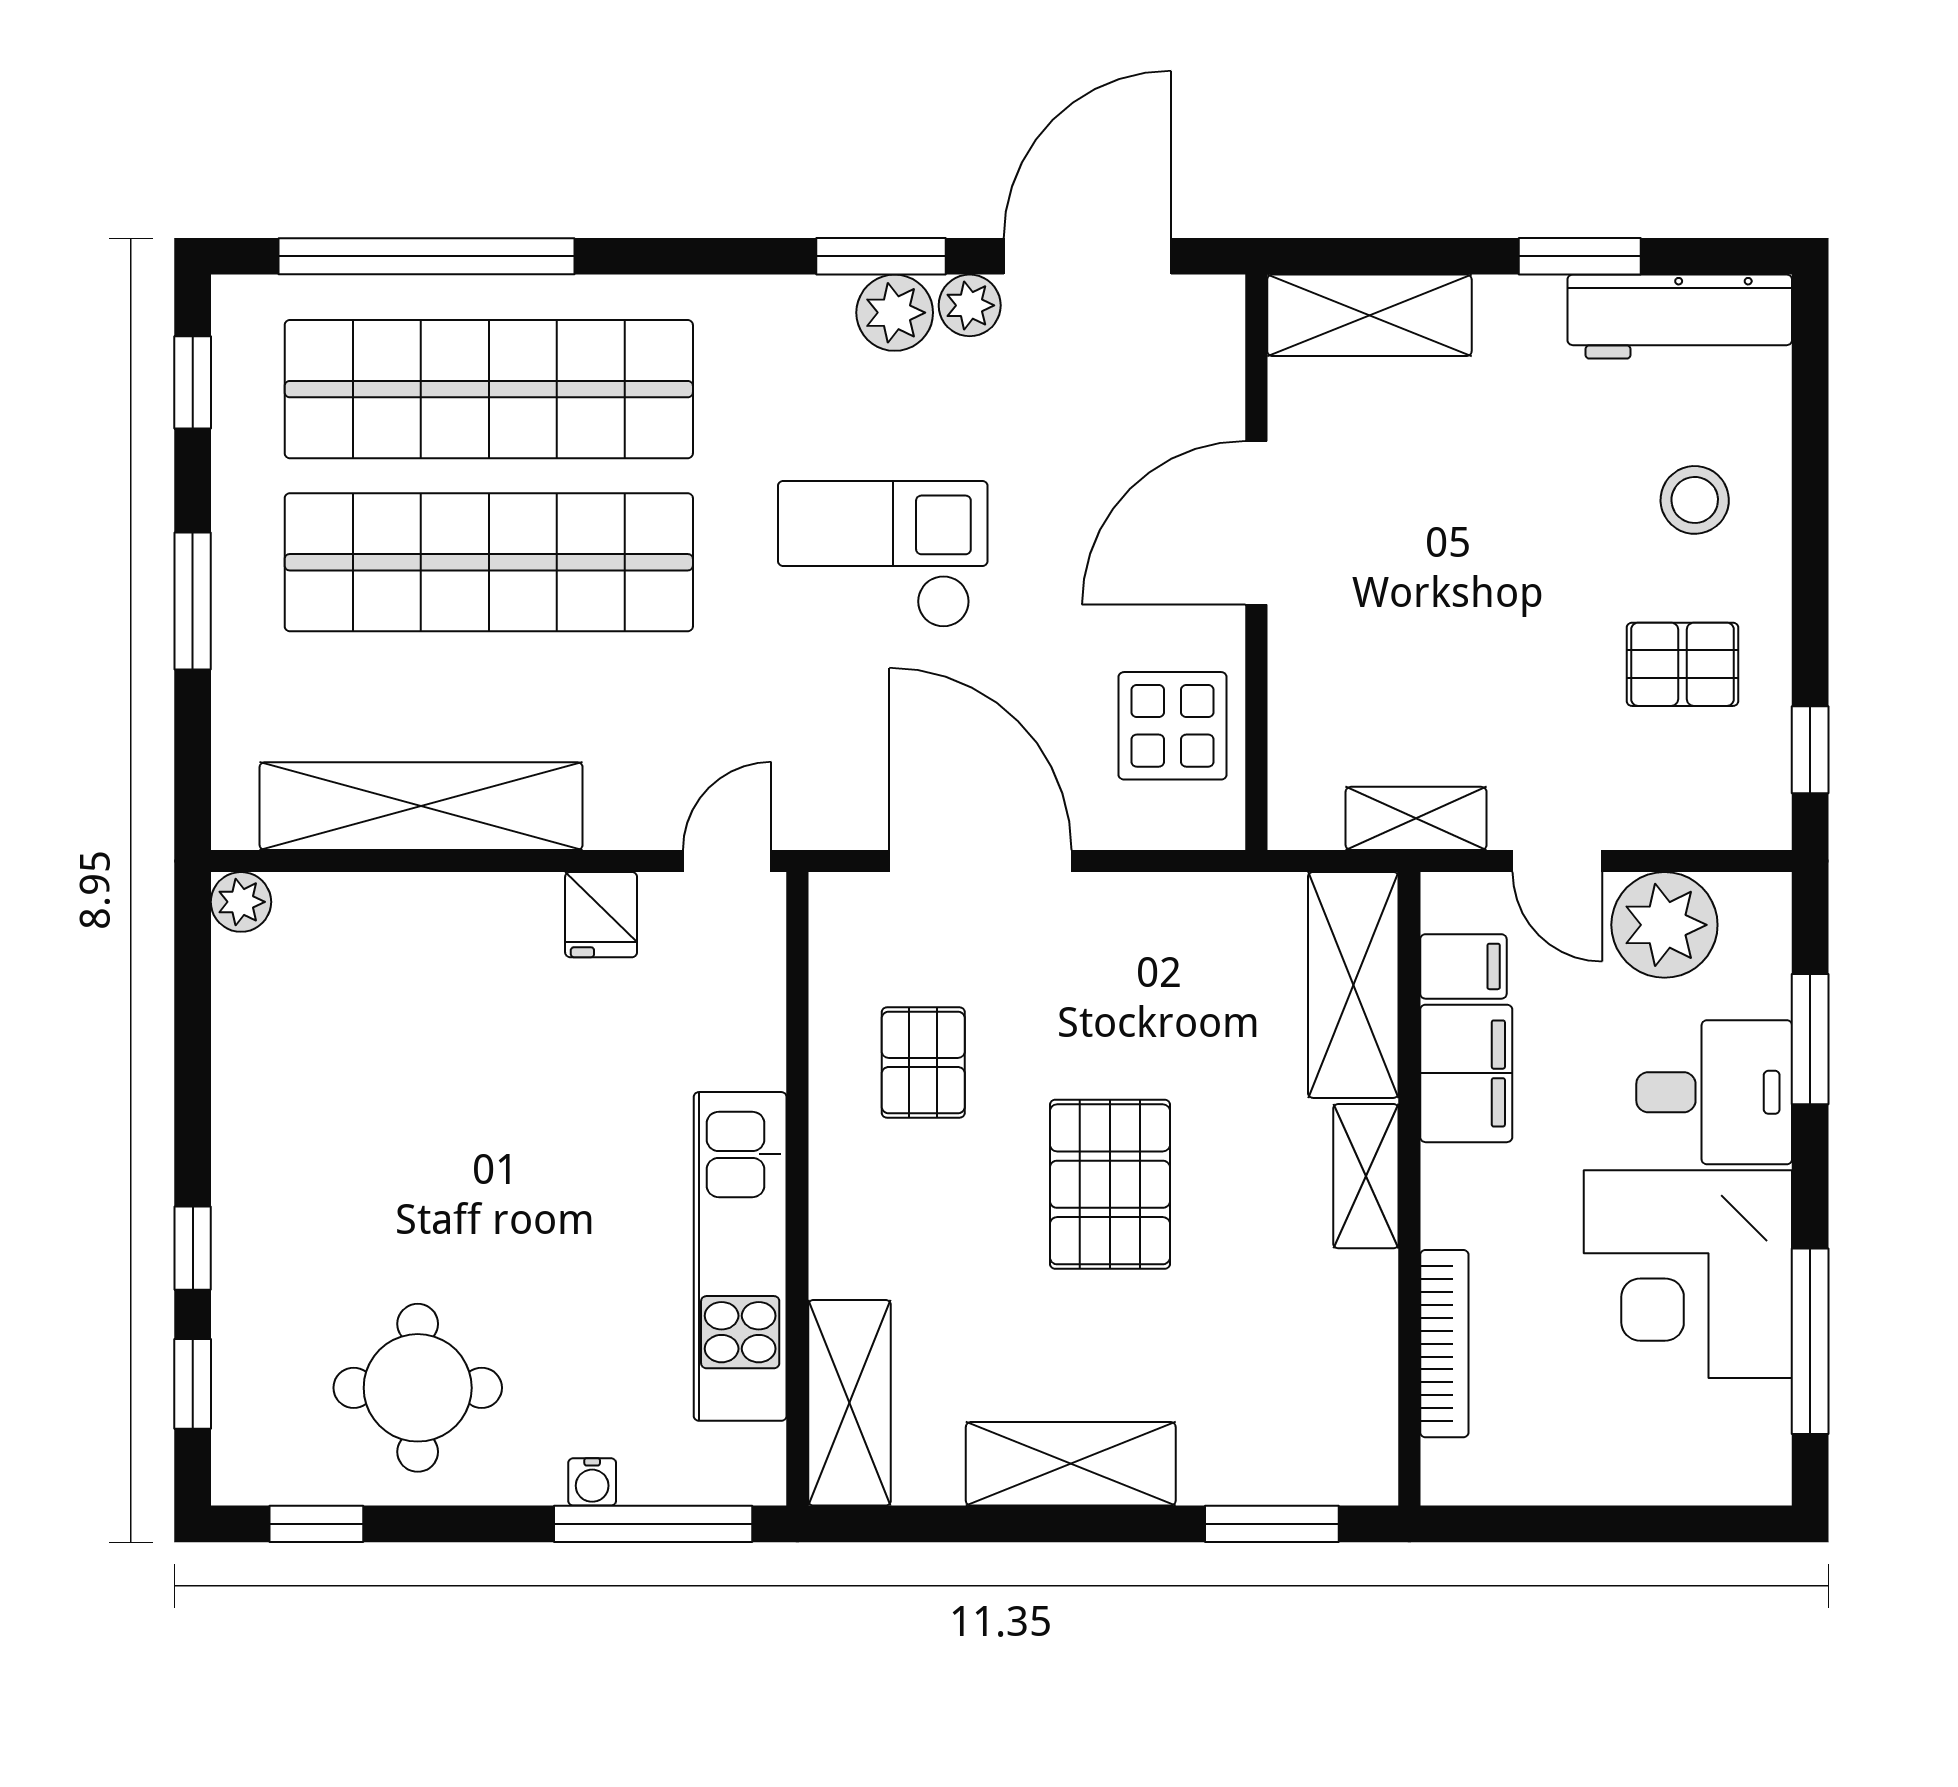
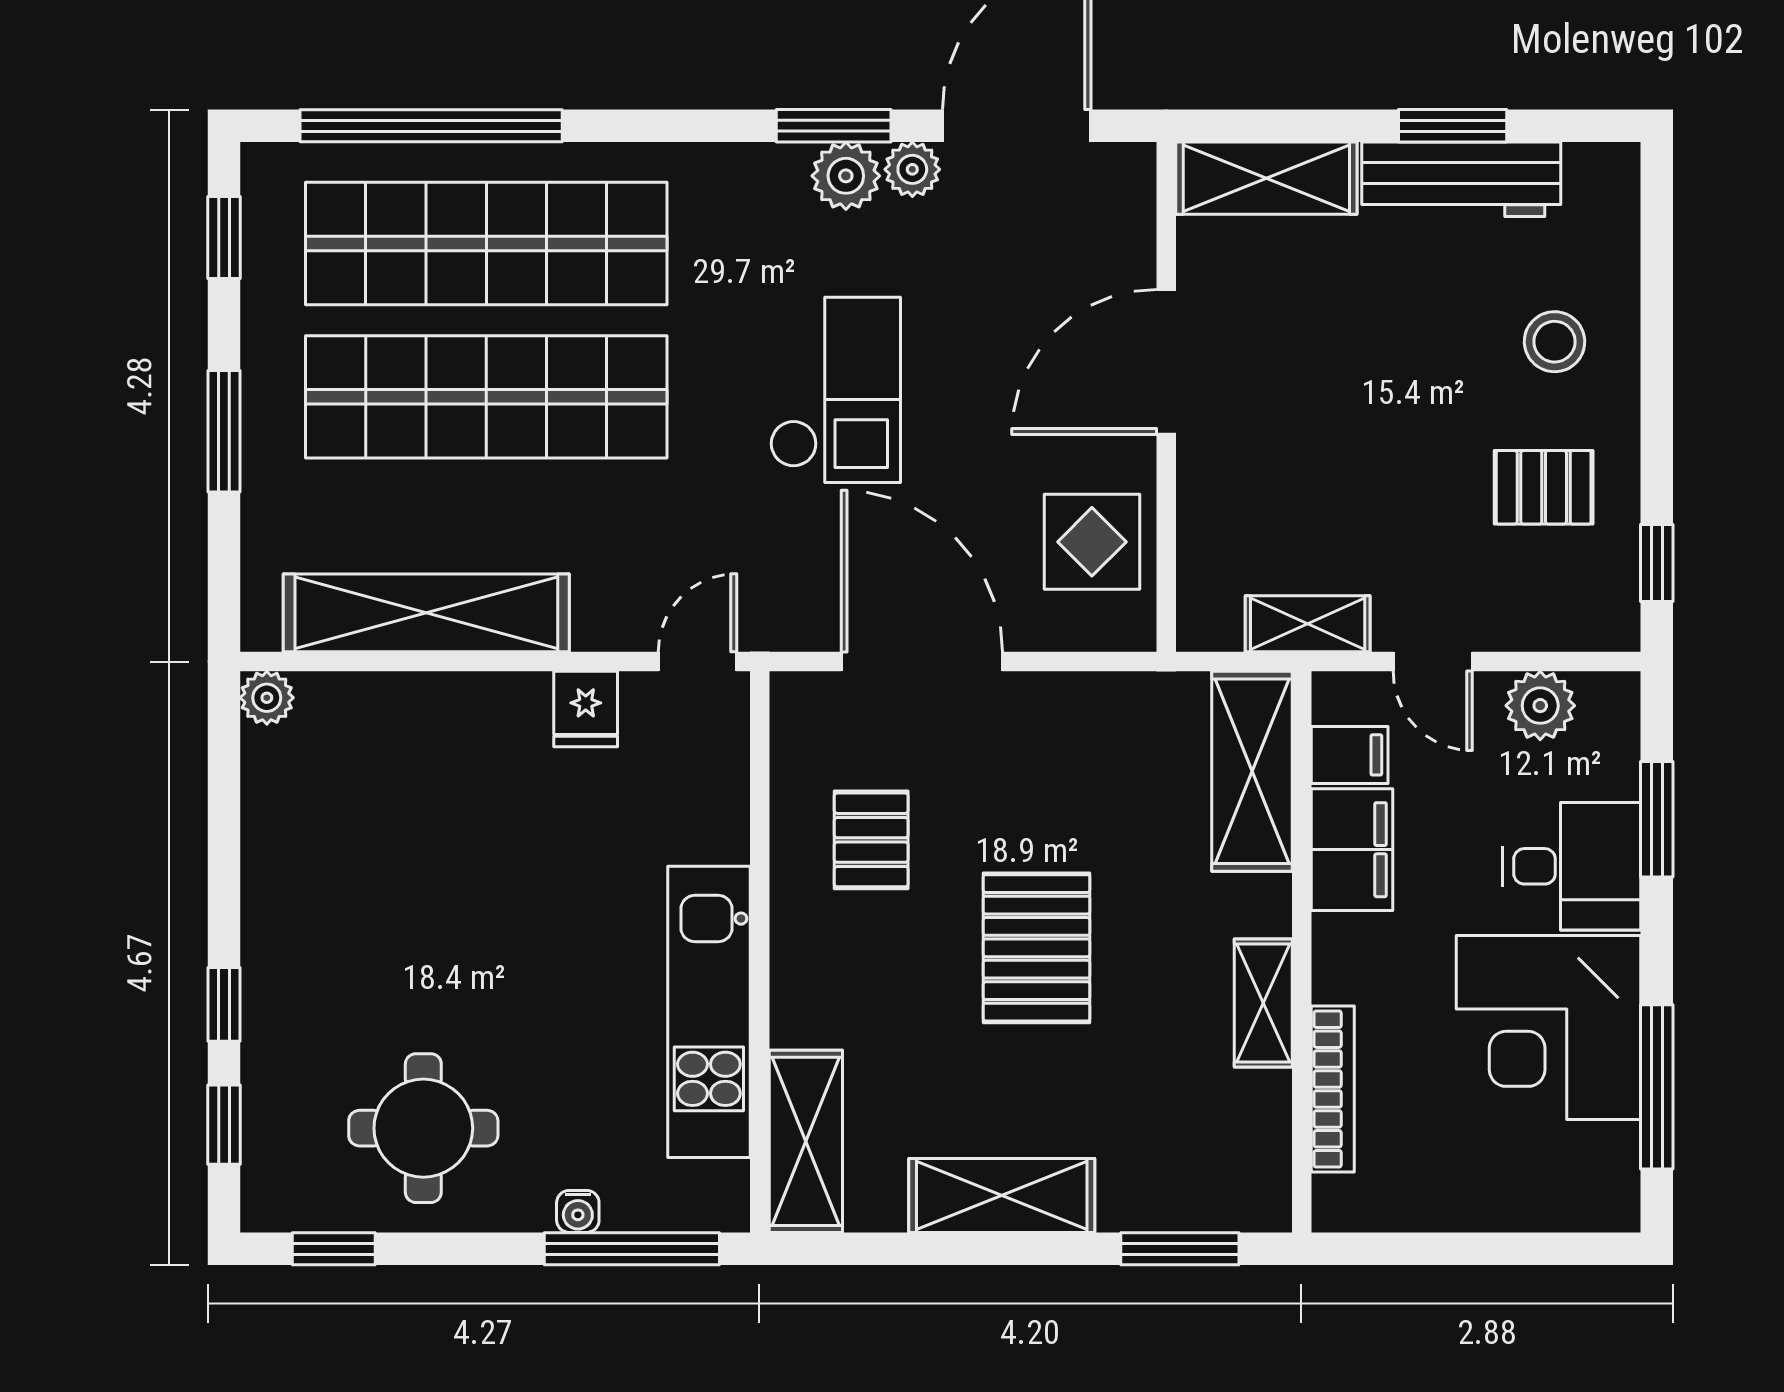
workbench: (1680, 317) -> (1461, 179), moved
checkout: (883, 554) -> (835, 390), turned 90
plant: (1664, 925) -> (1540, 706), width x0.73, depth x0.73
shelving: (1366, 1176) -> (1263, 1003), moved

